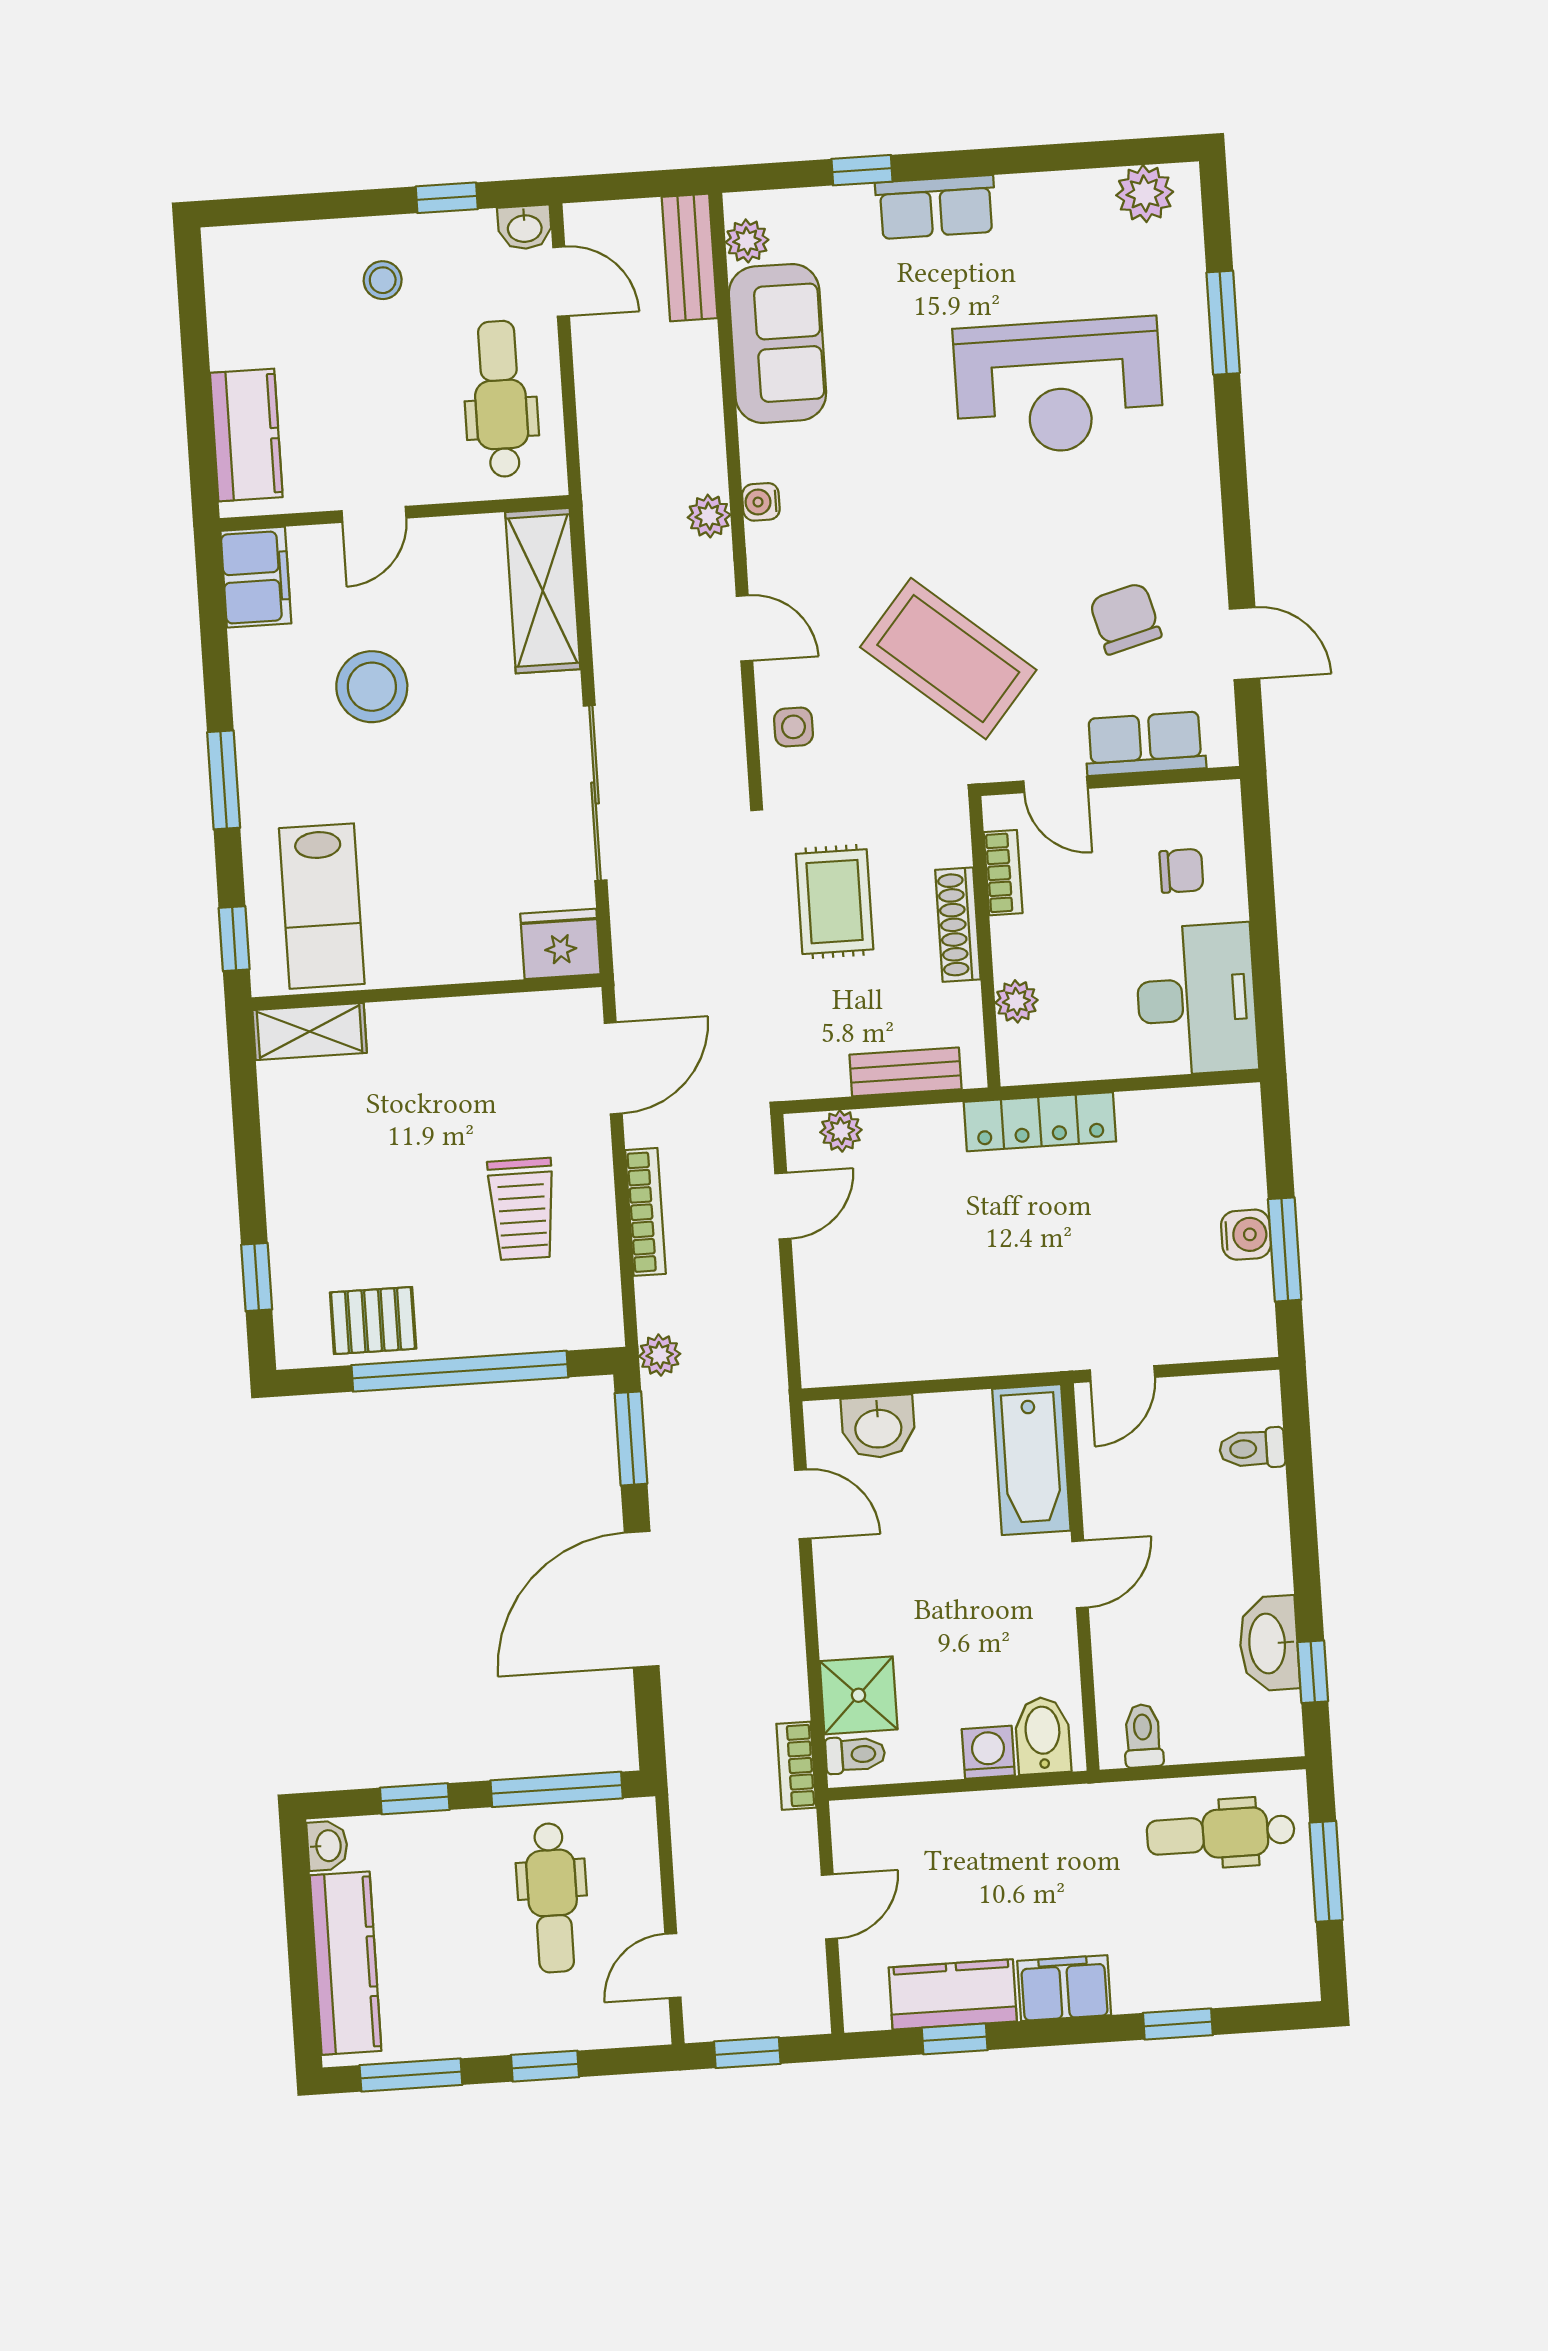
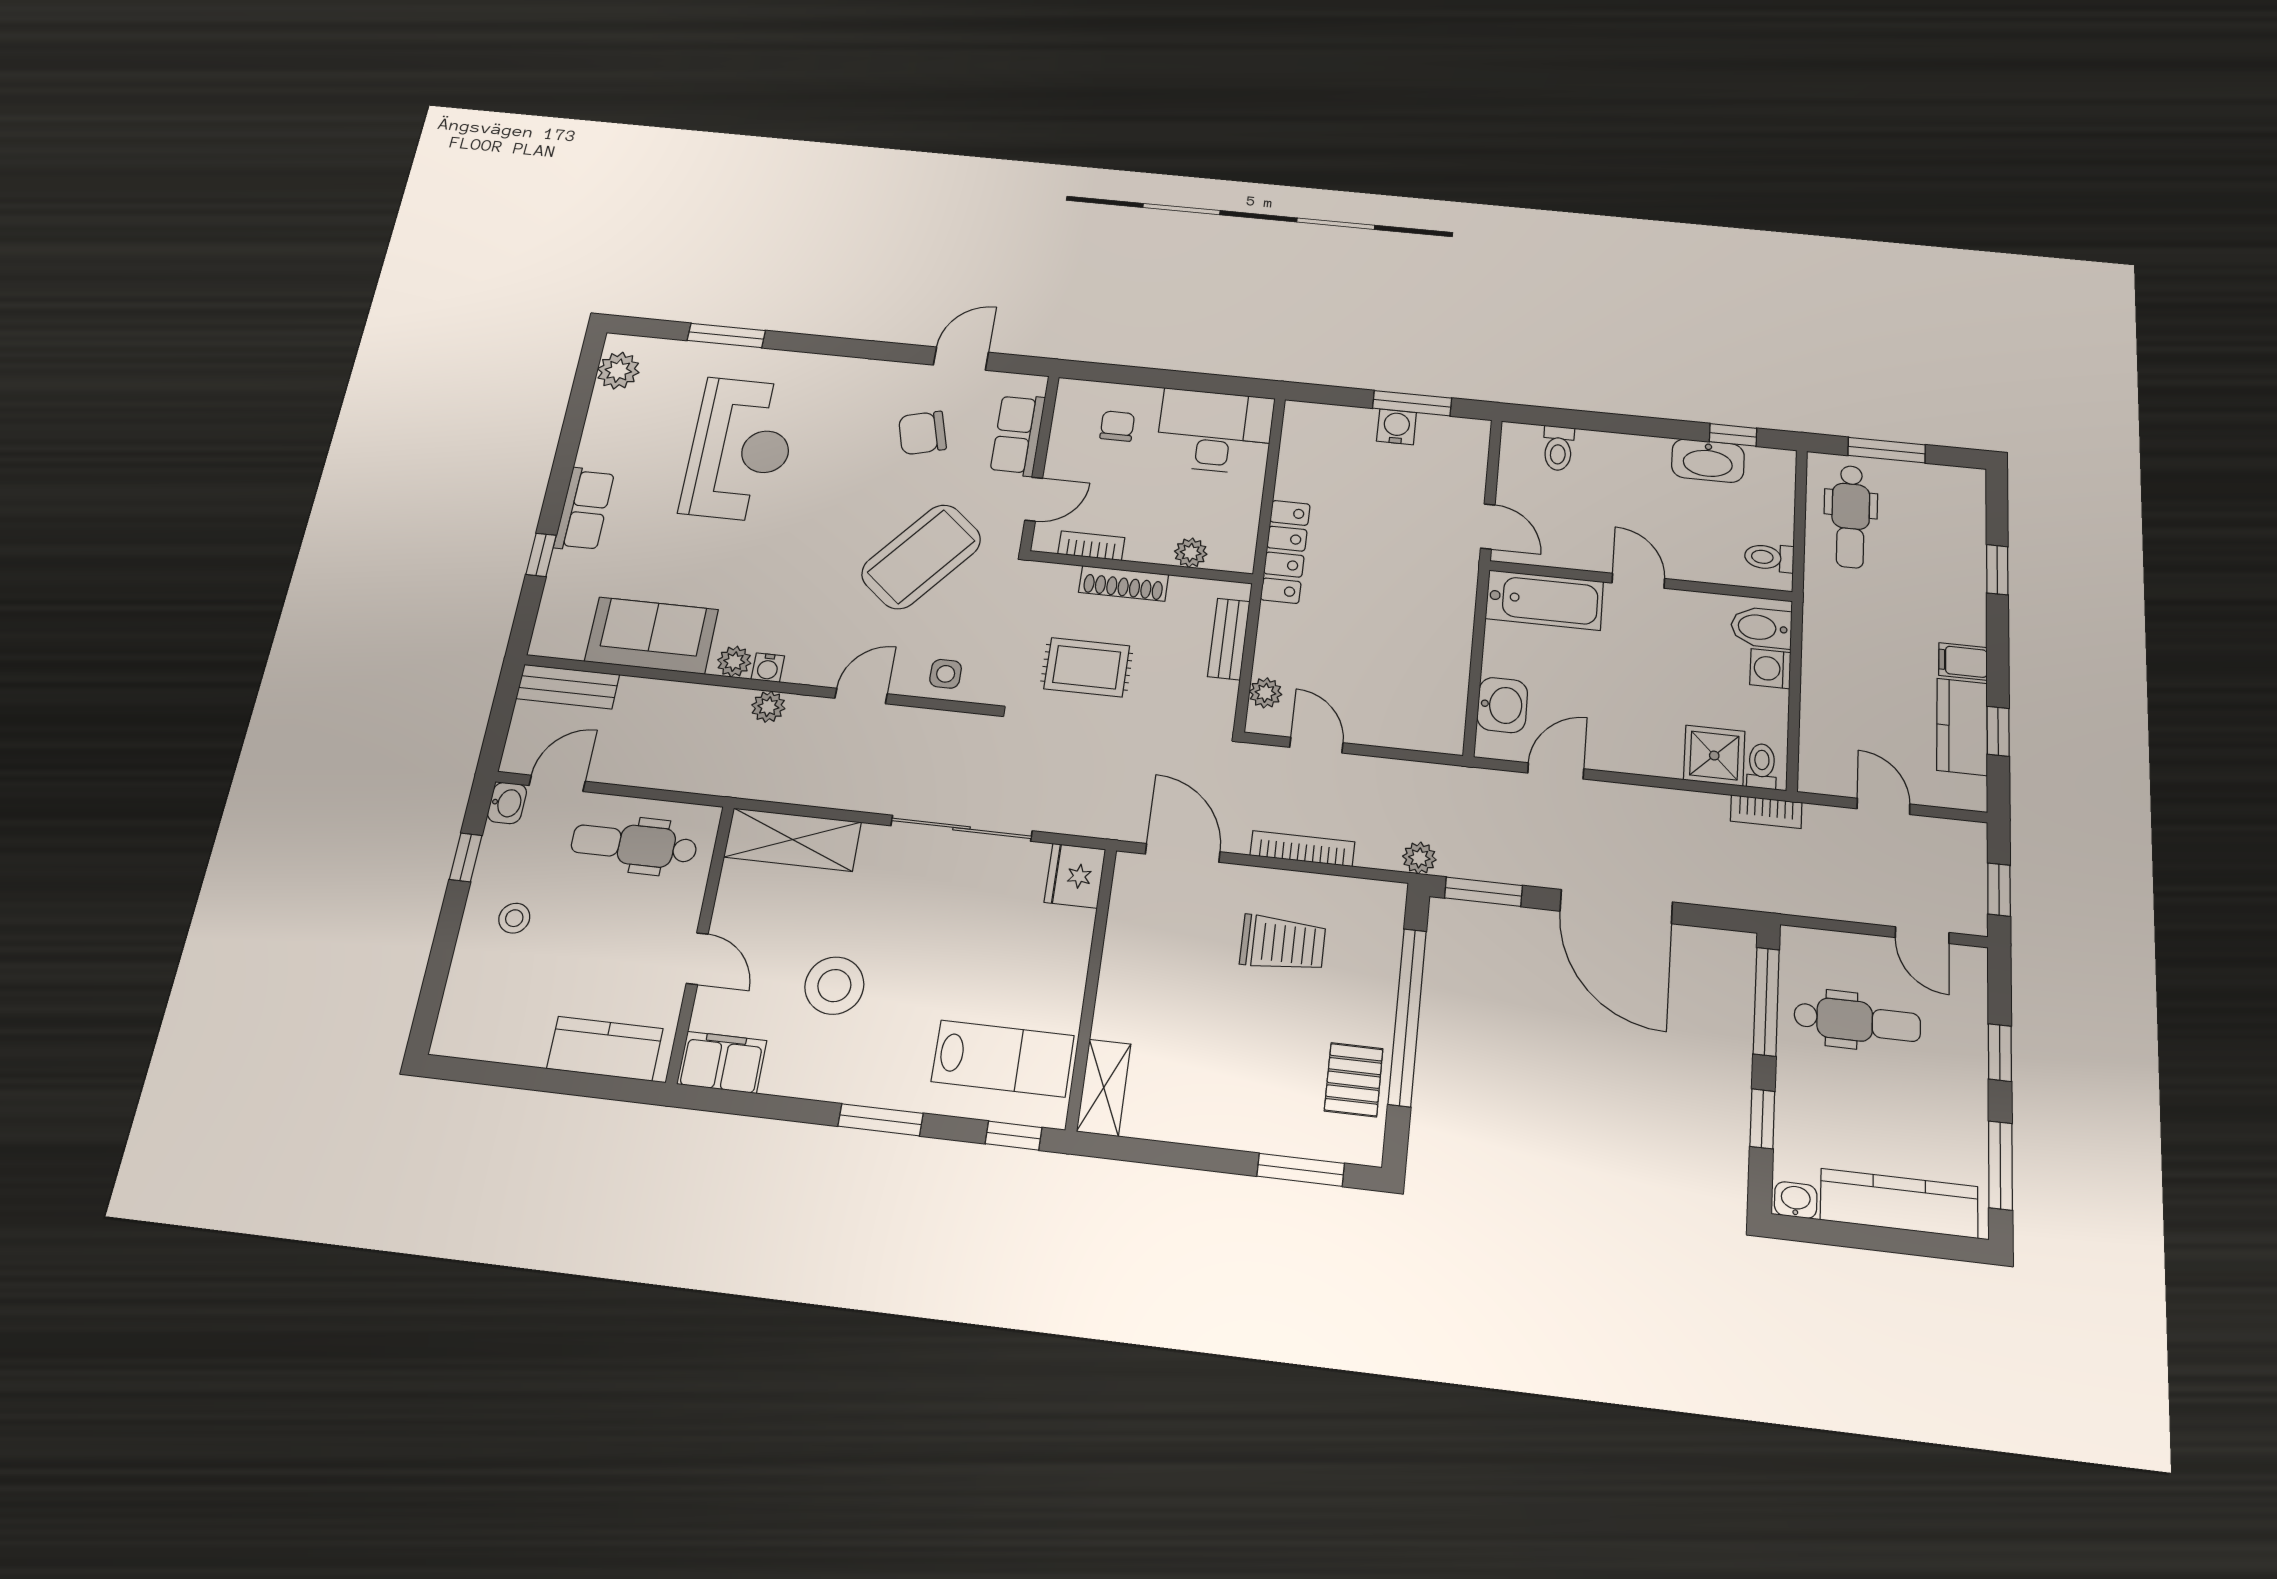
plant: (747, 241) -> (734, 662), moved
window: (257, 1277) -> (1301, 1170), width x1.50
filing cabinet: (1064, 1988) -> (1963, 661), width x0.50

